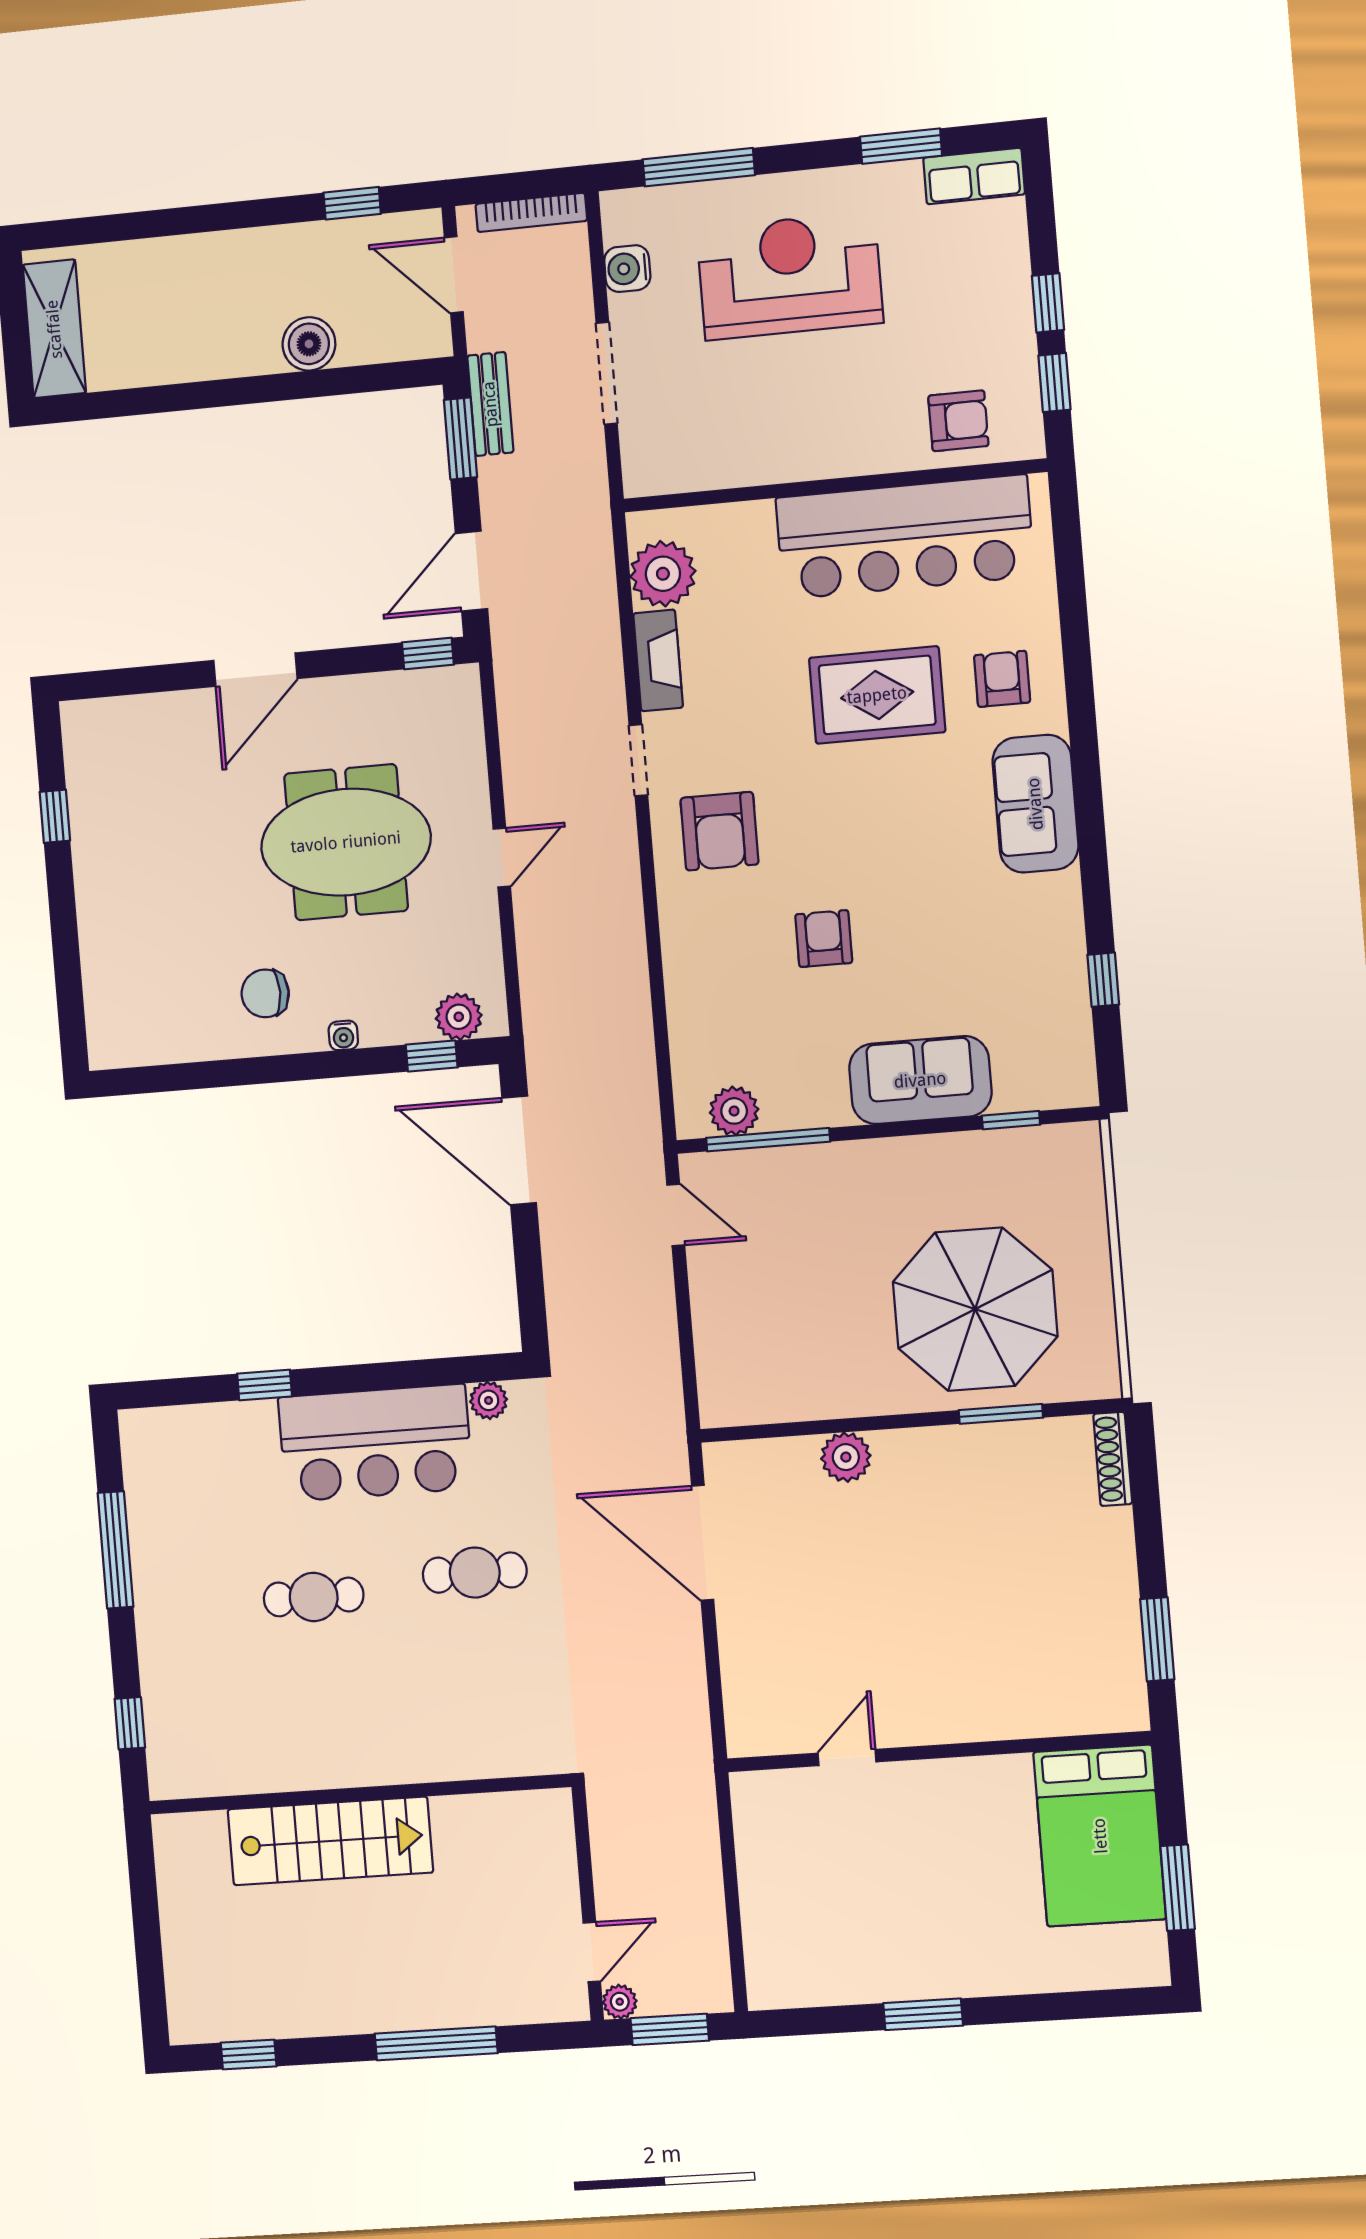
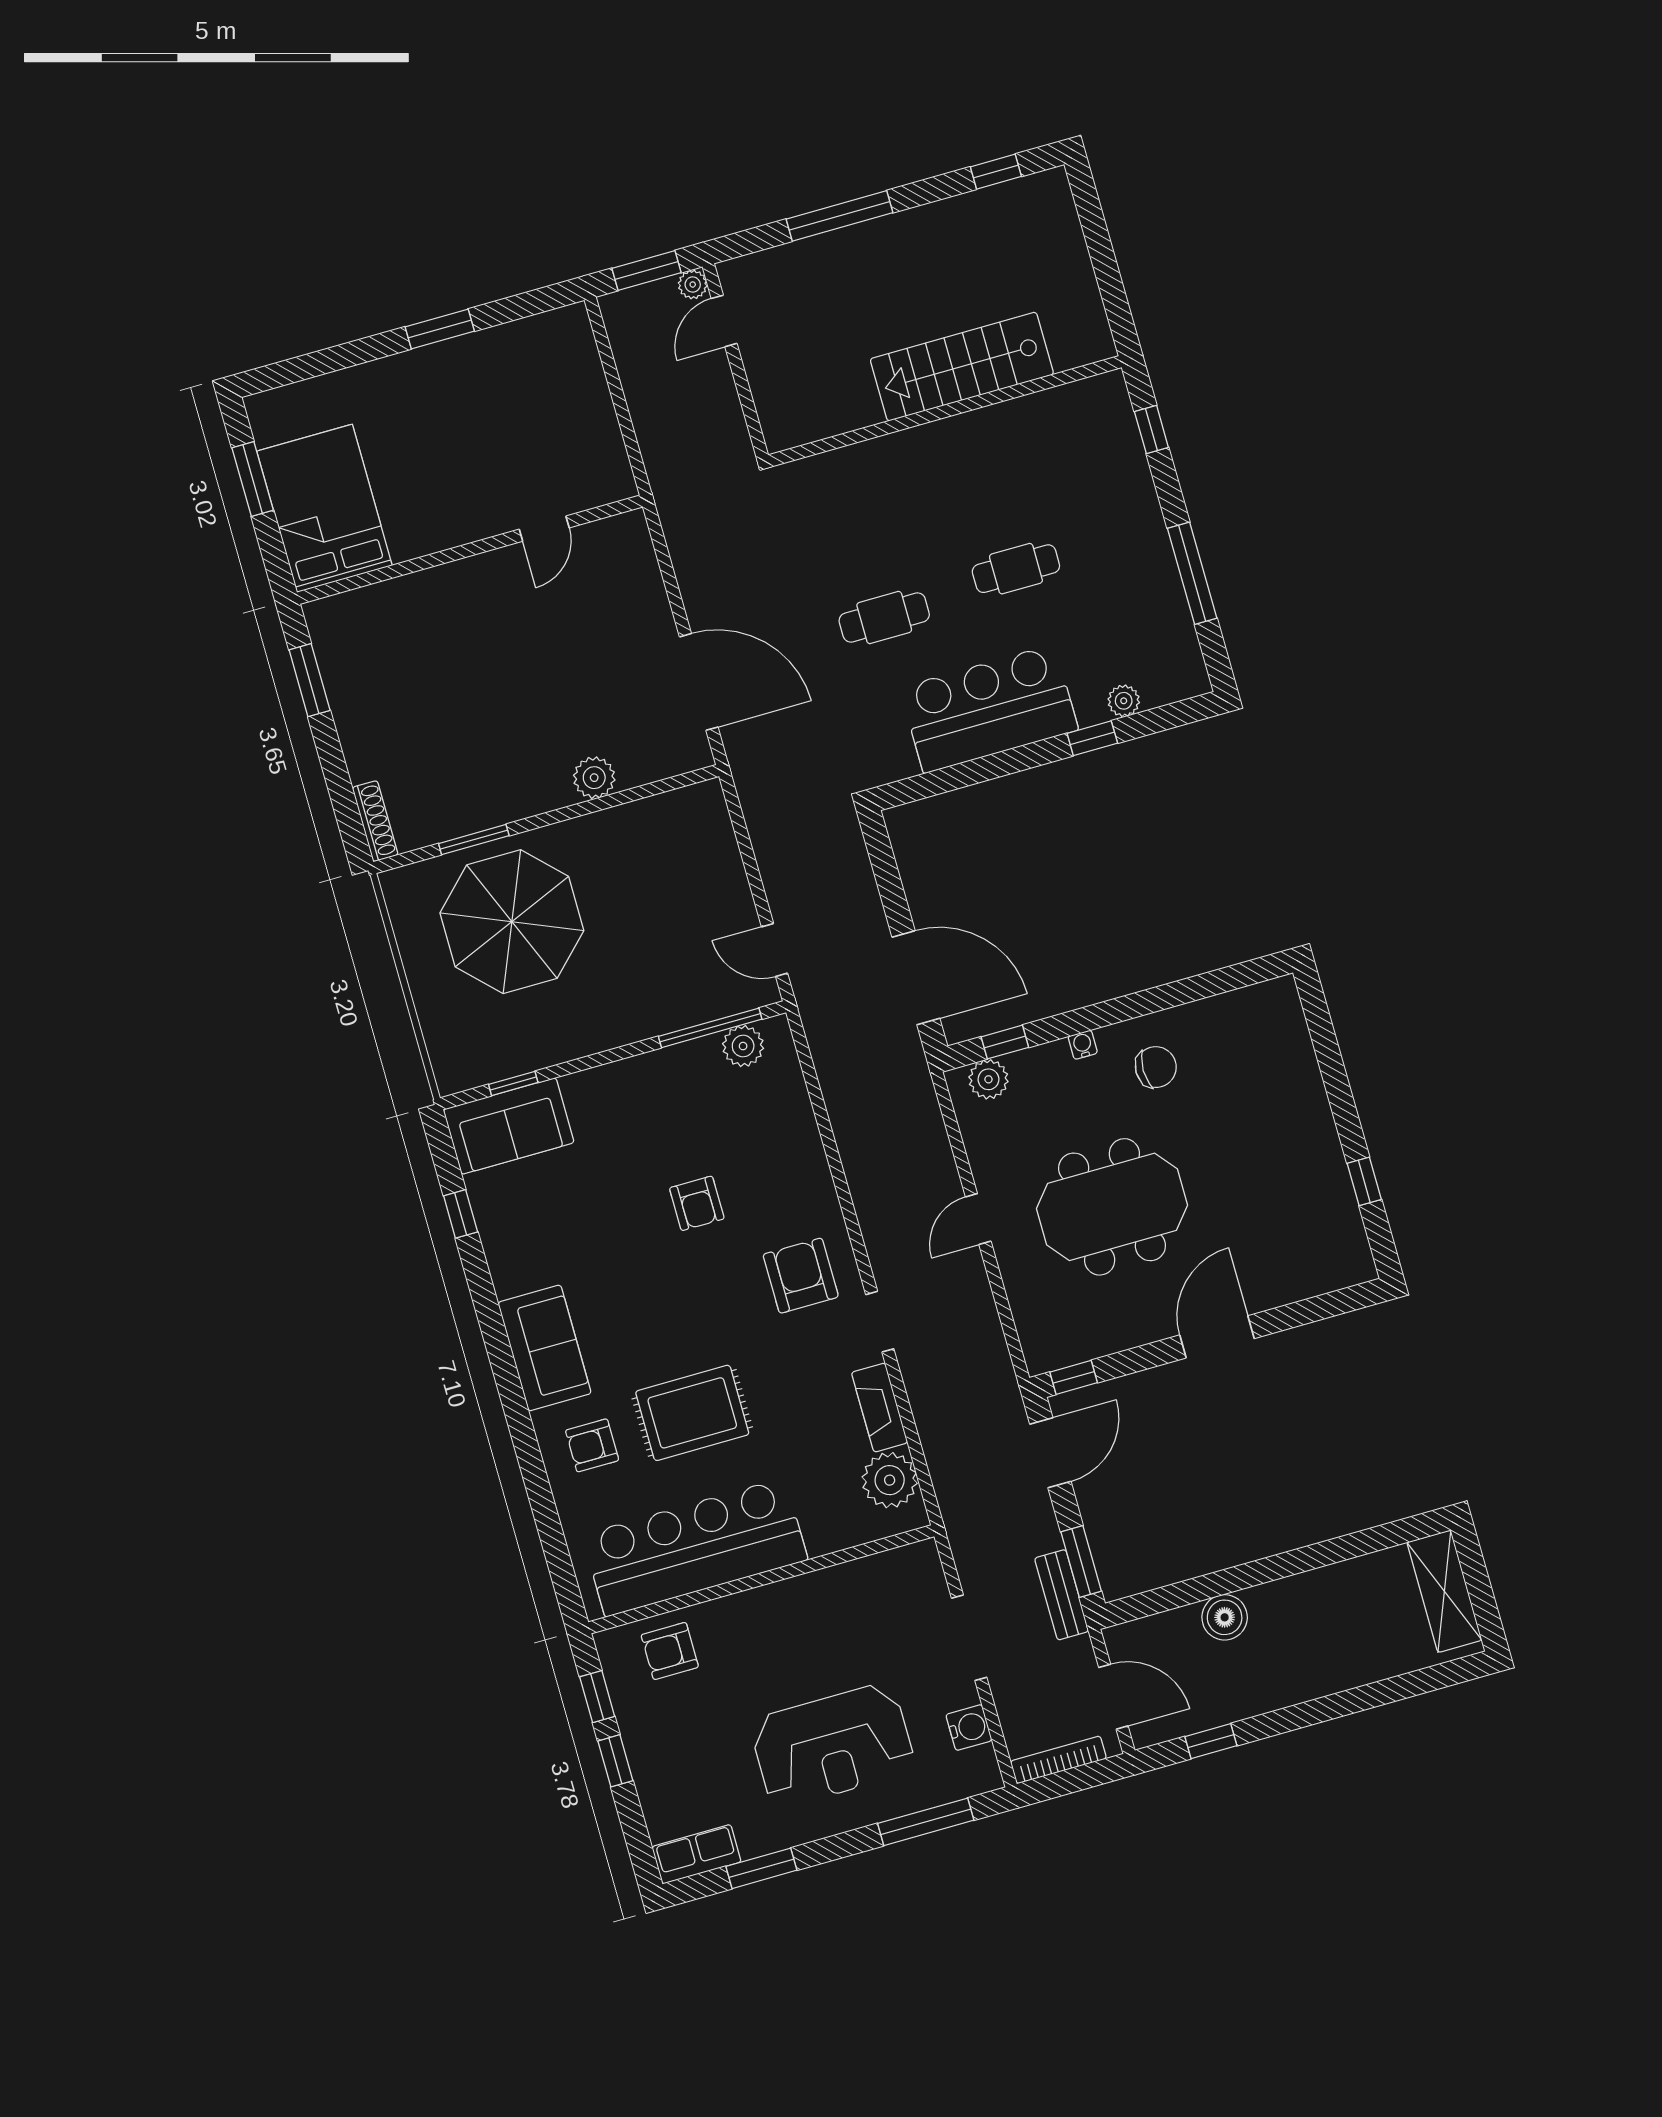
armchair: (1002, 679) -> (592, 1445), turned 90
sofa: (920, 1080) -> (509, 1126), moved
plant: (489, 1400) -> (1124, 701), moved

